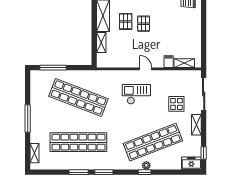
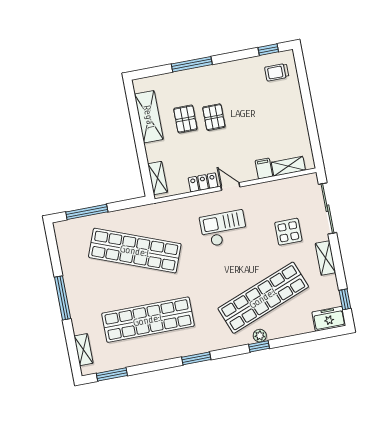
shelving: (101, 42) -> (158, 178), moved
locker: (129, 63) -> (203, 182), added
window: (79, 172) -> (112, 374), moved

